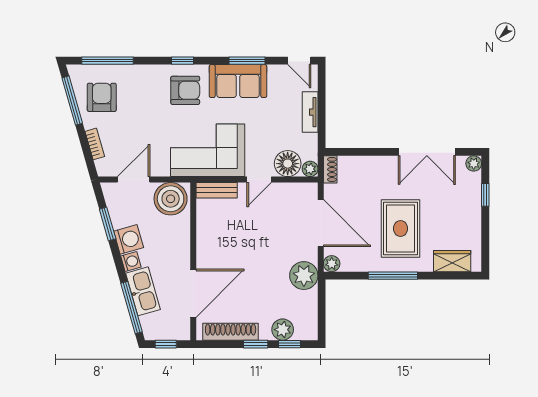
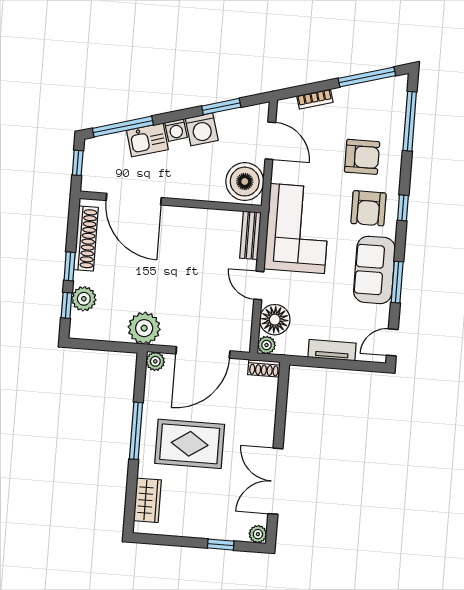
armchair: (102, 97) -> (362, 157), moved
kitchen sink: (143, 291) -> (147, 140), width x0.73

